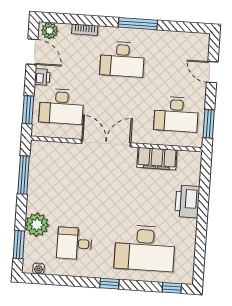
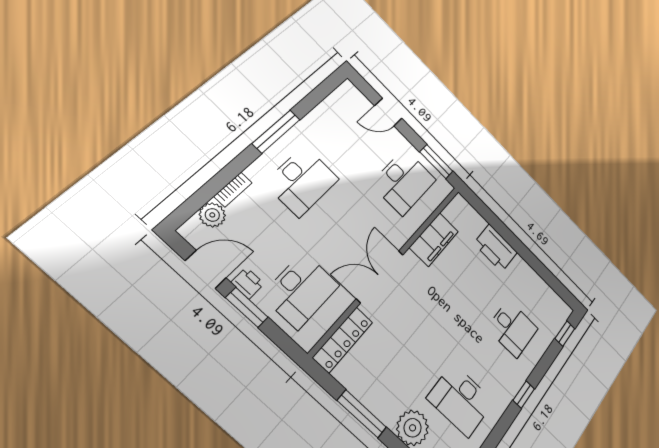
plant: (50, 31) -> (212, 215), moved
window: (28, 110) -> (247, 307), moved
locker: (53, 149) -> (343, 340), added
window: (24, 175) -> (362, 414), moved
desk: (74, 243) -> (461, 400), width x1.37
desk: (145, 248) -> (512, 328), width x0.53, depth x0.77

